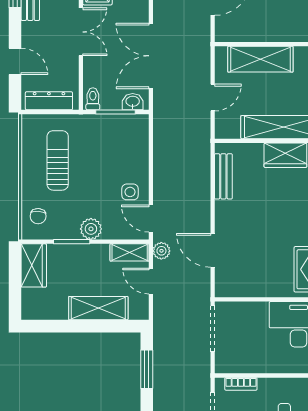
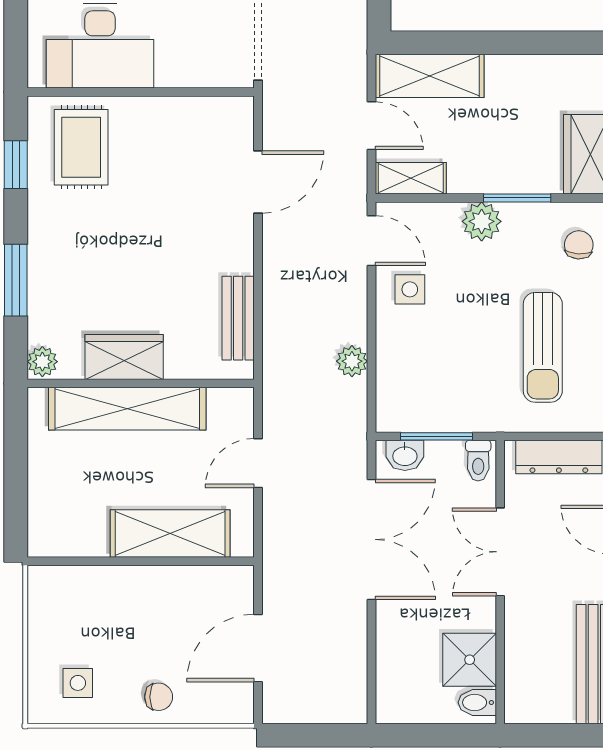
double door: (81, 32) -> (500, 552), moved
door: (213, 250) -> (258, 182), hinge flipped
plant: (161, 251) -> (352, 361), moved
shelving: (98, 308) -> (430, 76), moved

